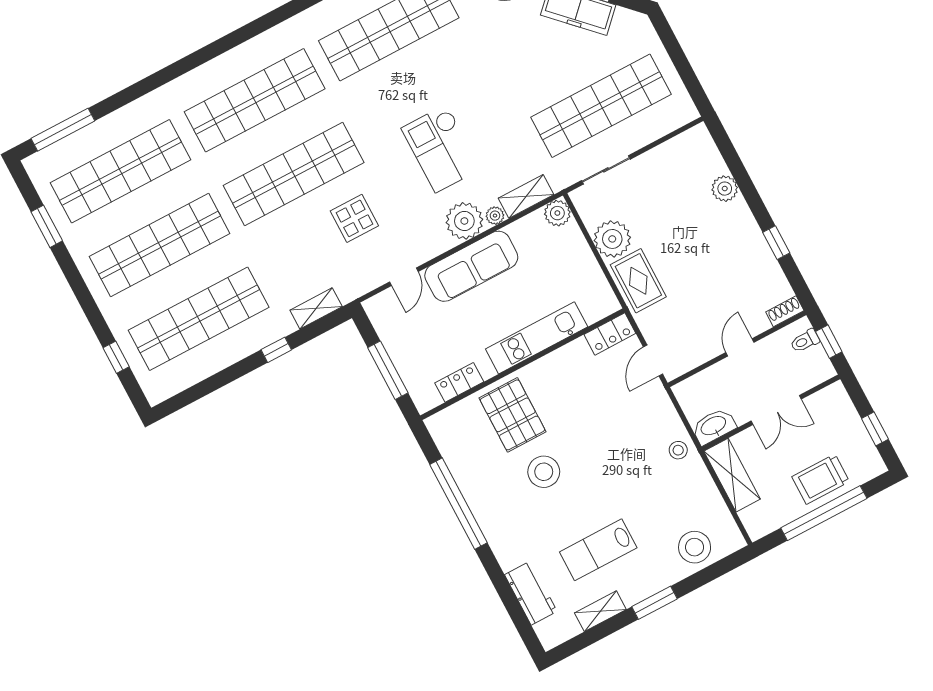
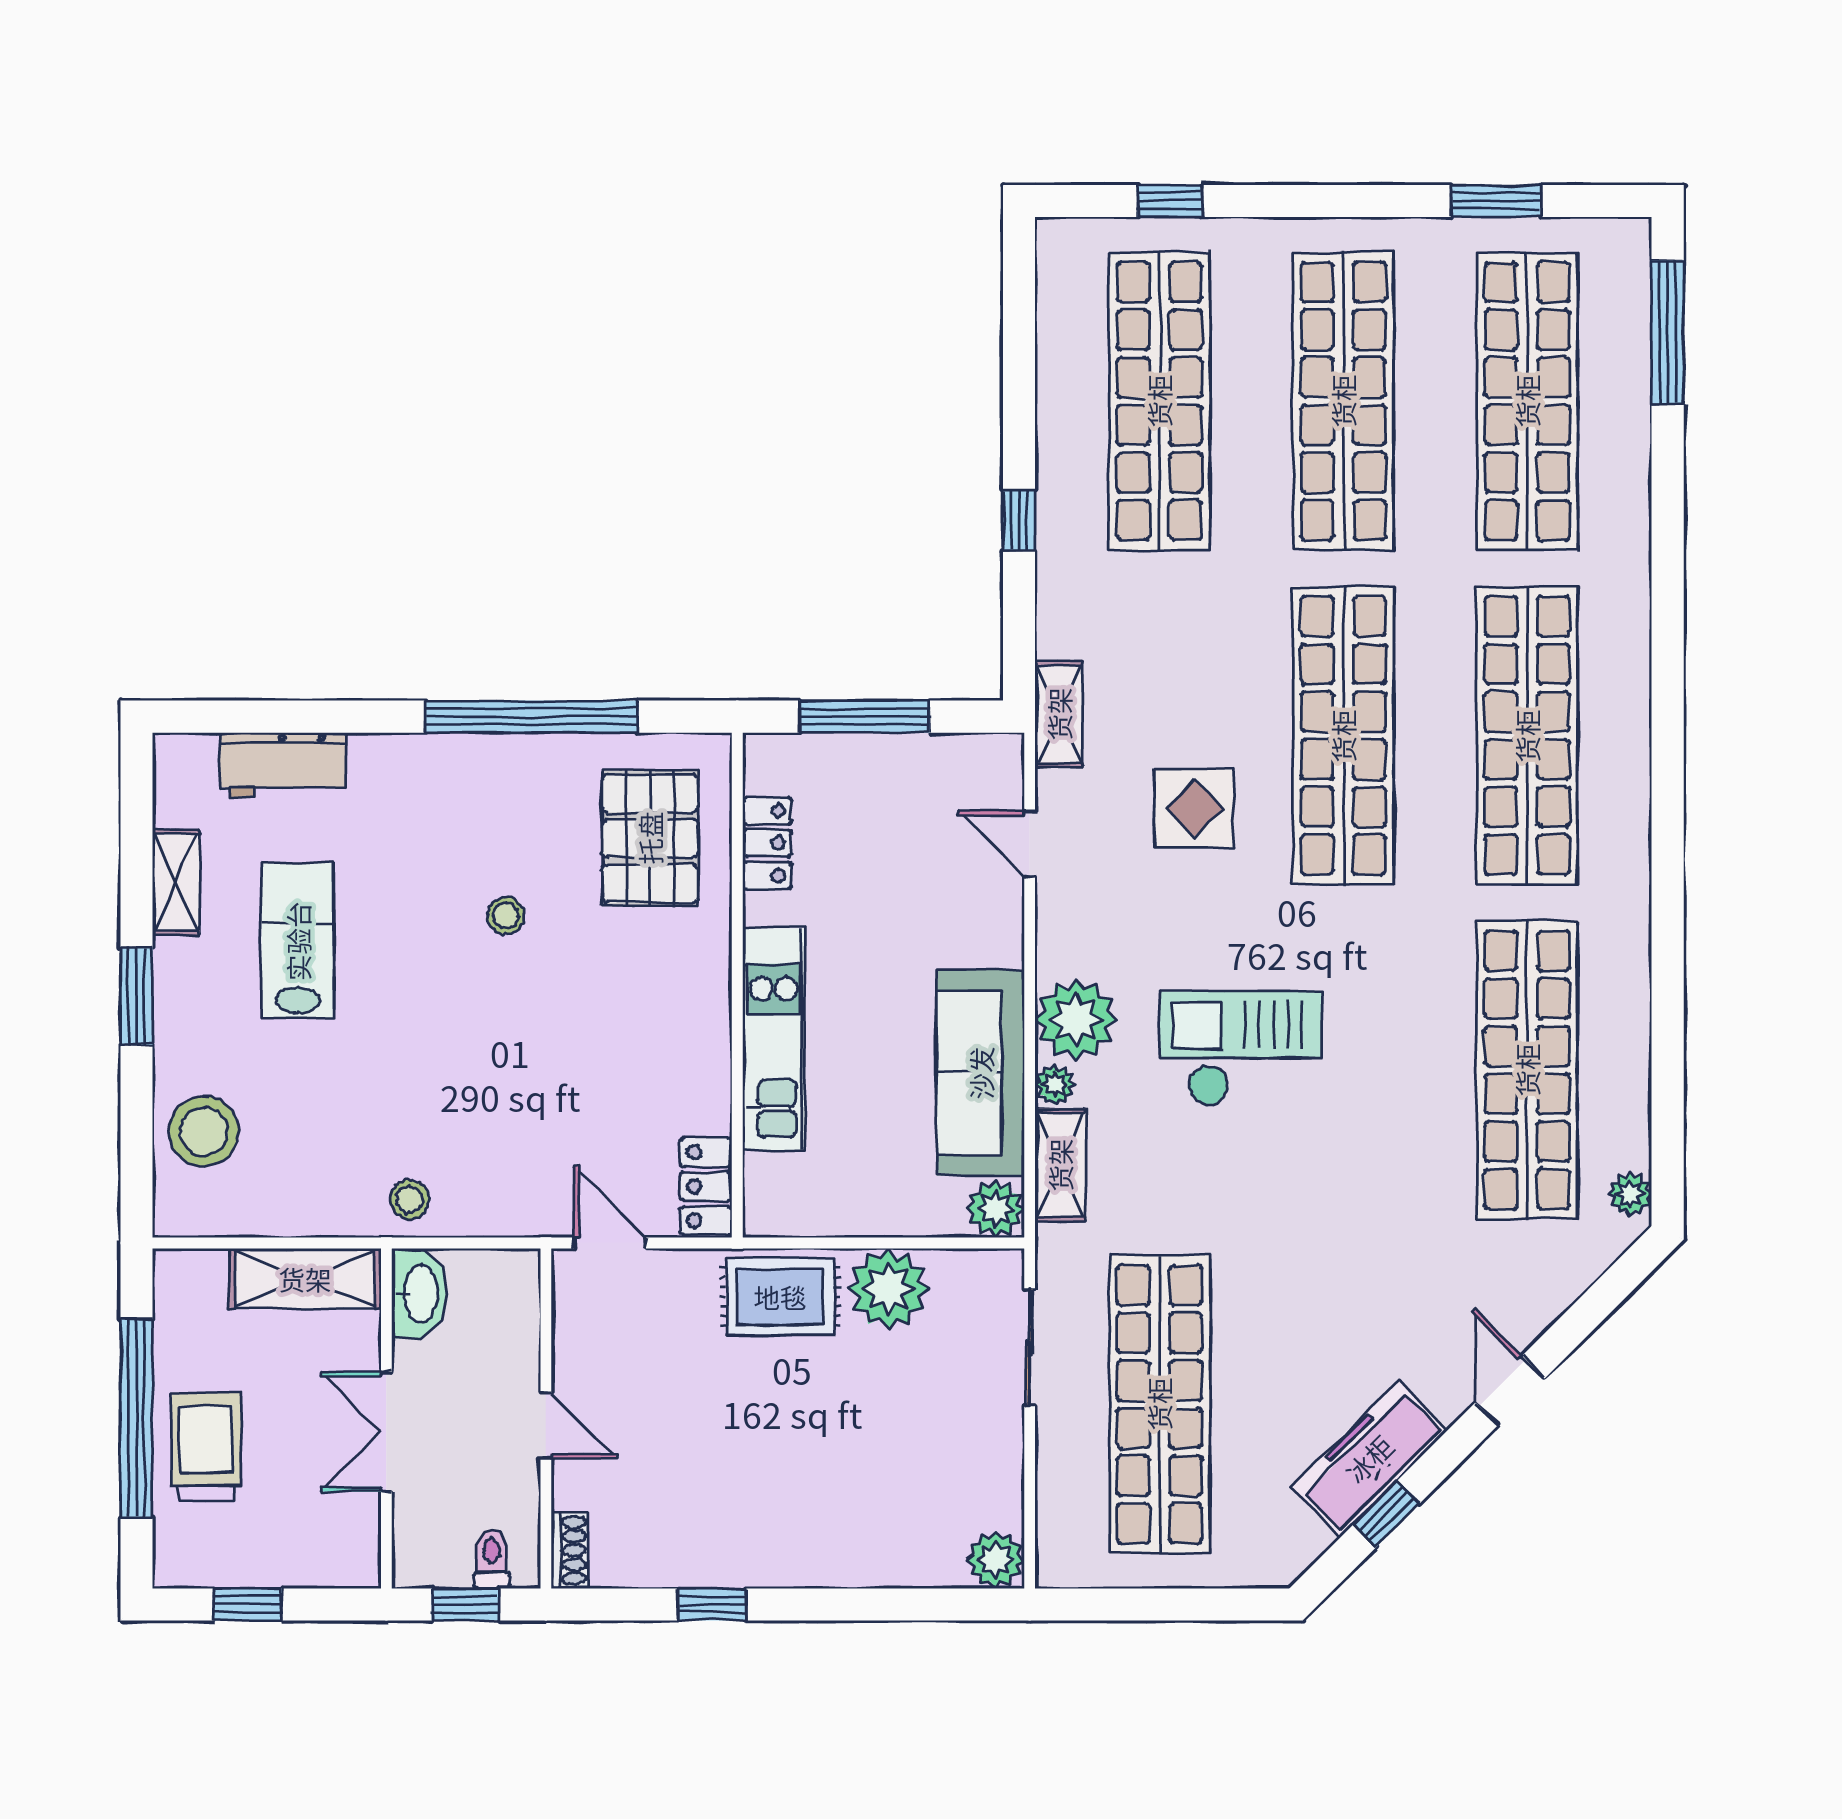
plant: (725, 189) -> (996, 1560), moved
sofa: (471, 266) -> (981, 1073), moved
shelving: (316, 308) -> (1059, 714), moved
pallet: (512, 415) -> (650, 838), moved, turned 90
stool: (544, 472) -> (506, 915), width x0.53, depth x0.53

